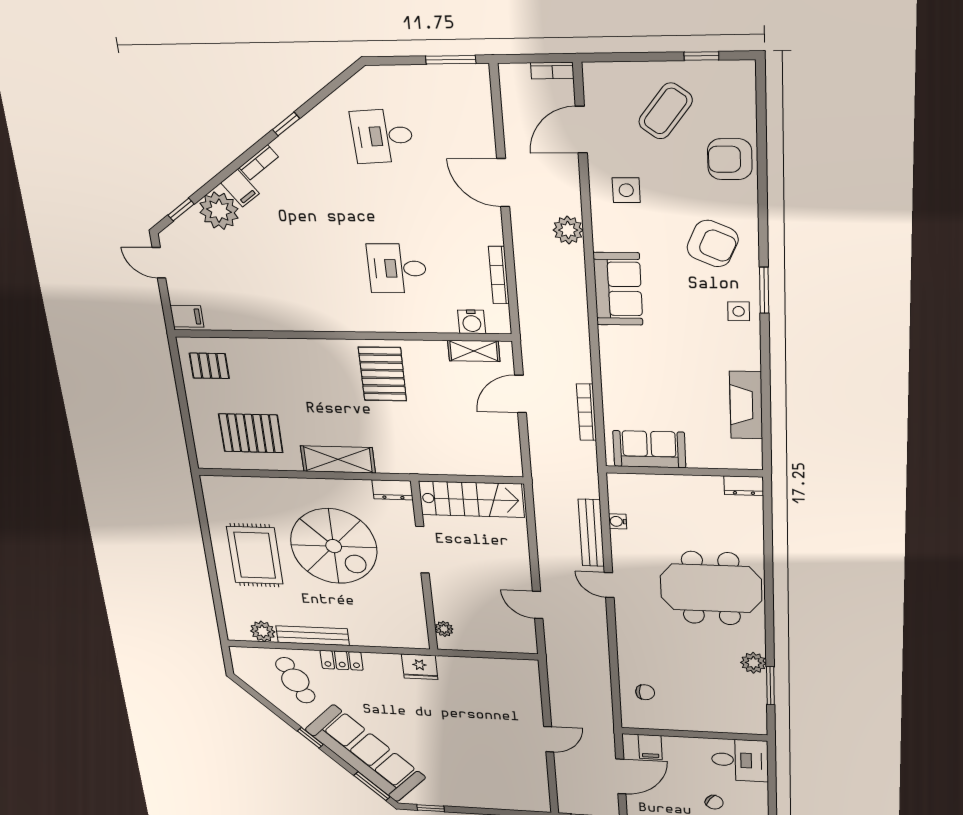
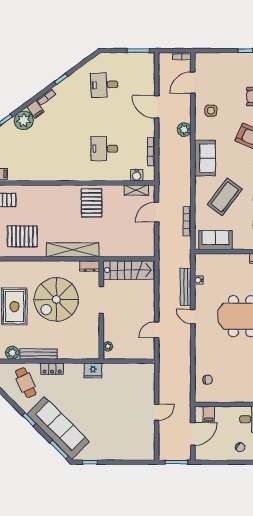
coffee table: (666, 111) -> (225, 197), moved, width x1.36, depth x1.32
shelving: (338, 459) -> (73, 250), width x1.47
spiral stairs: (334, 546) -> (56, 299), turned 90
door: (538, 605) -> (157, 330), hinge flipped

